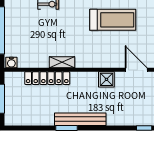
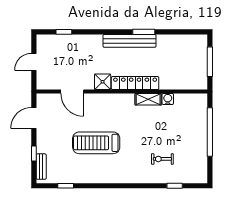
water cooler: (11, 63) -> (168, 99), moved
locker: (47, 78) -> (135, 83), moved

